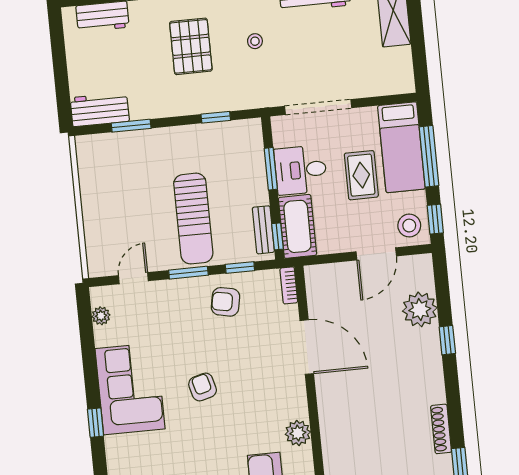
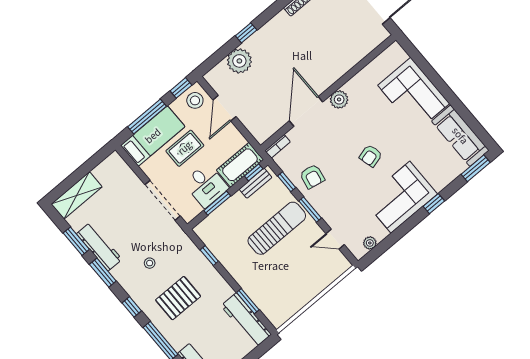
workbench: (100, 110) -> (246, 320), width x1.38
door: (376, 254) -> (224, 108), swing flipped
plant: (298, 433) -> (339, 99), moved

